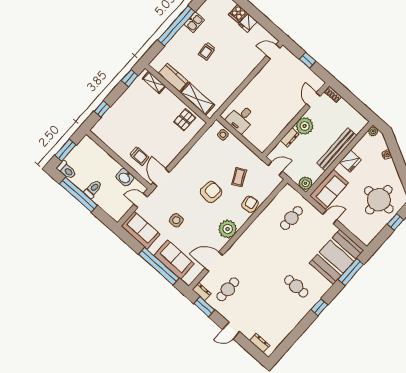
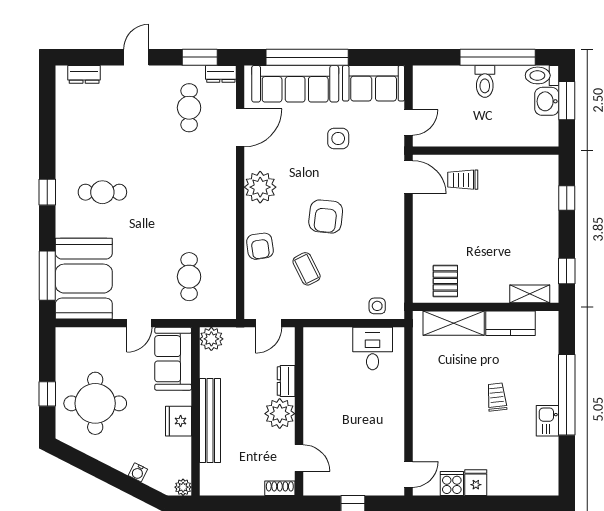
cooker: (238, 14) -> (452, 483), moved
washbasin: (125, 177) -> (547, 101), moved, turned -90
sofa: (174, 260) -> (295, 84), width x1.36

